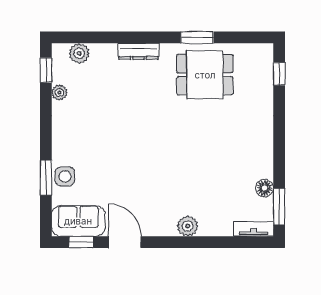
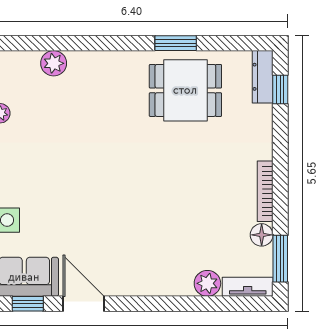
dresser: (138, 51) -> (263, 77), moved, turned 90
plant: (79, 53) -> (54, 63), moved
bookcase: (267, 154) -> (265, 191), added
plant: (188, 226) -> (207, 283), moved

